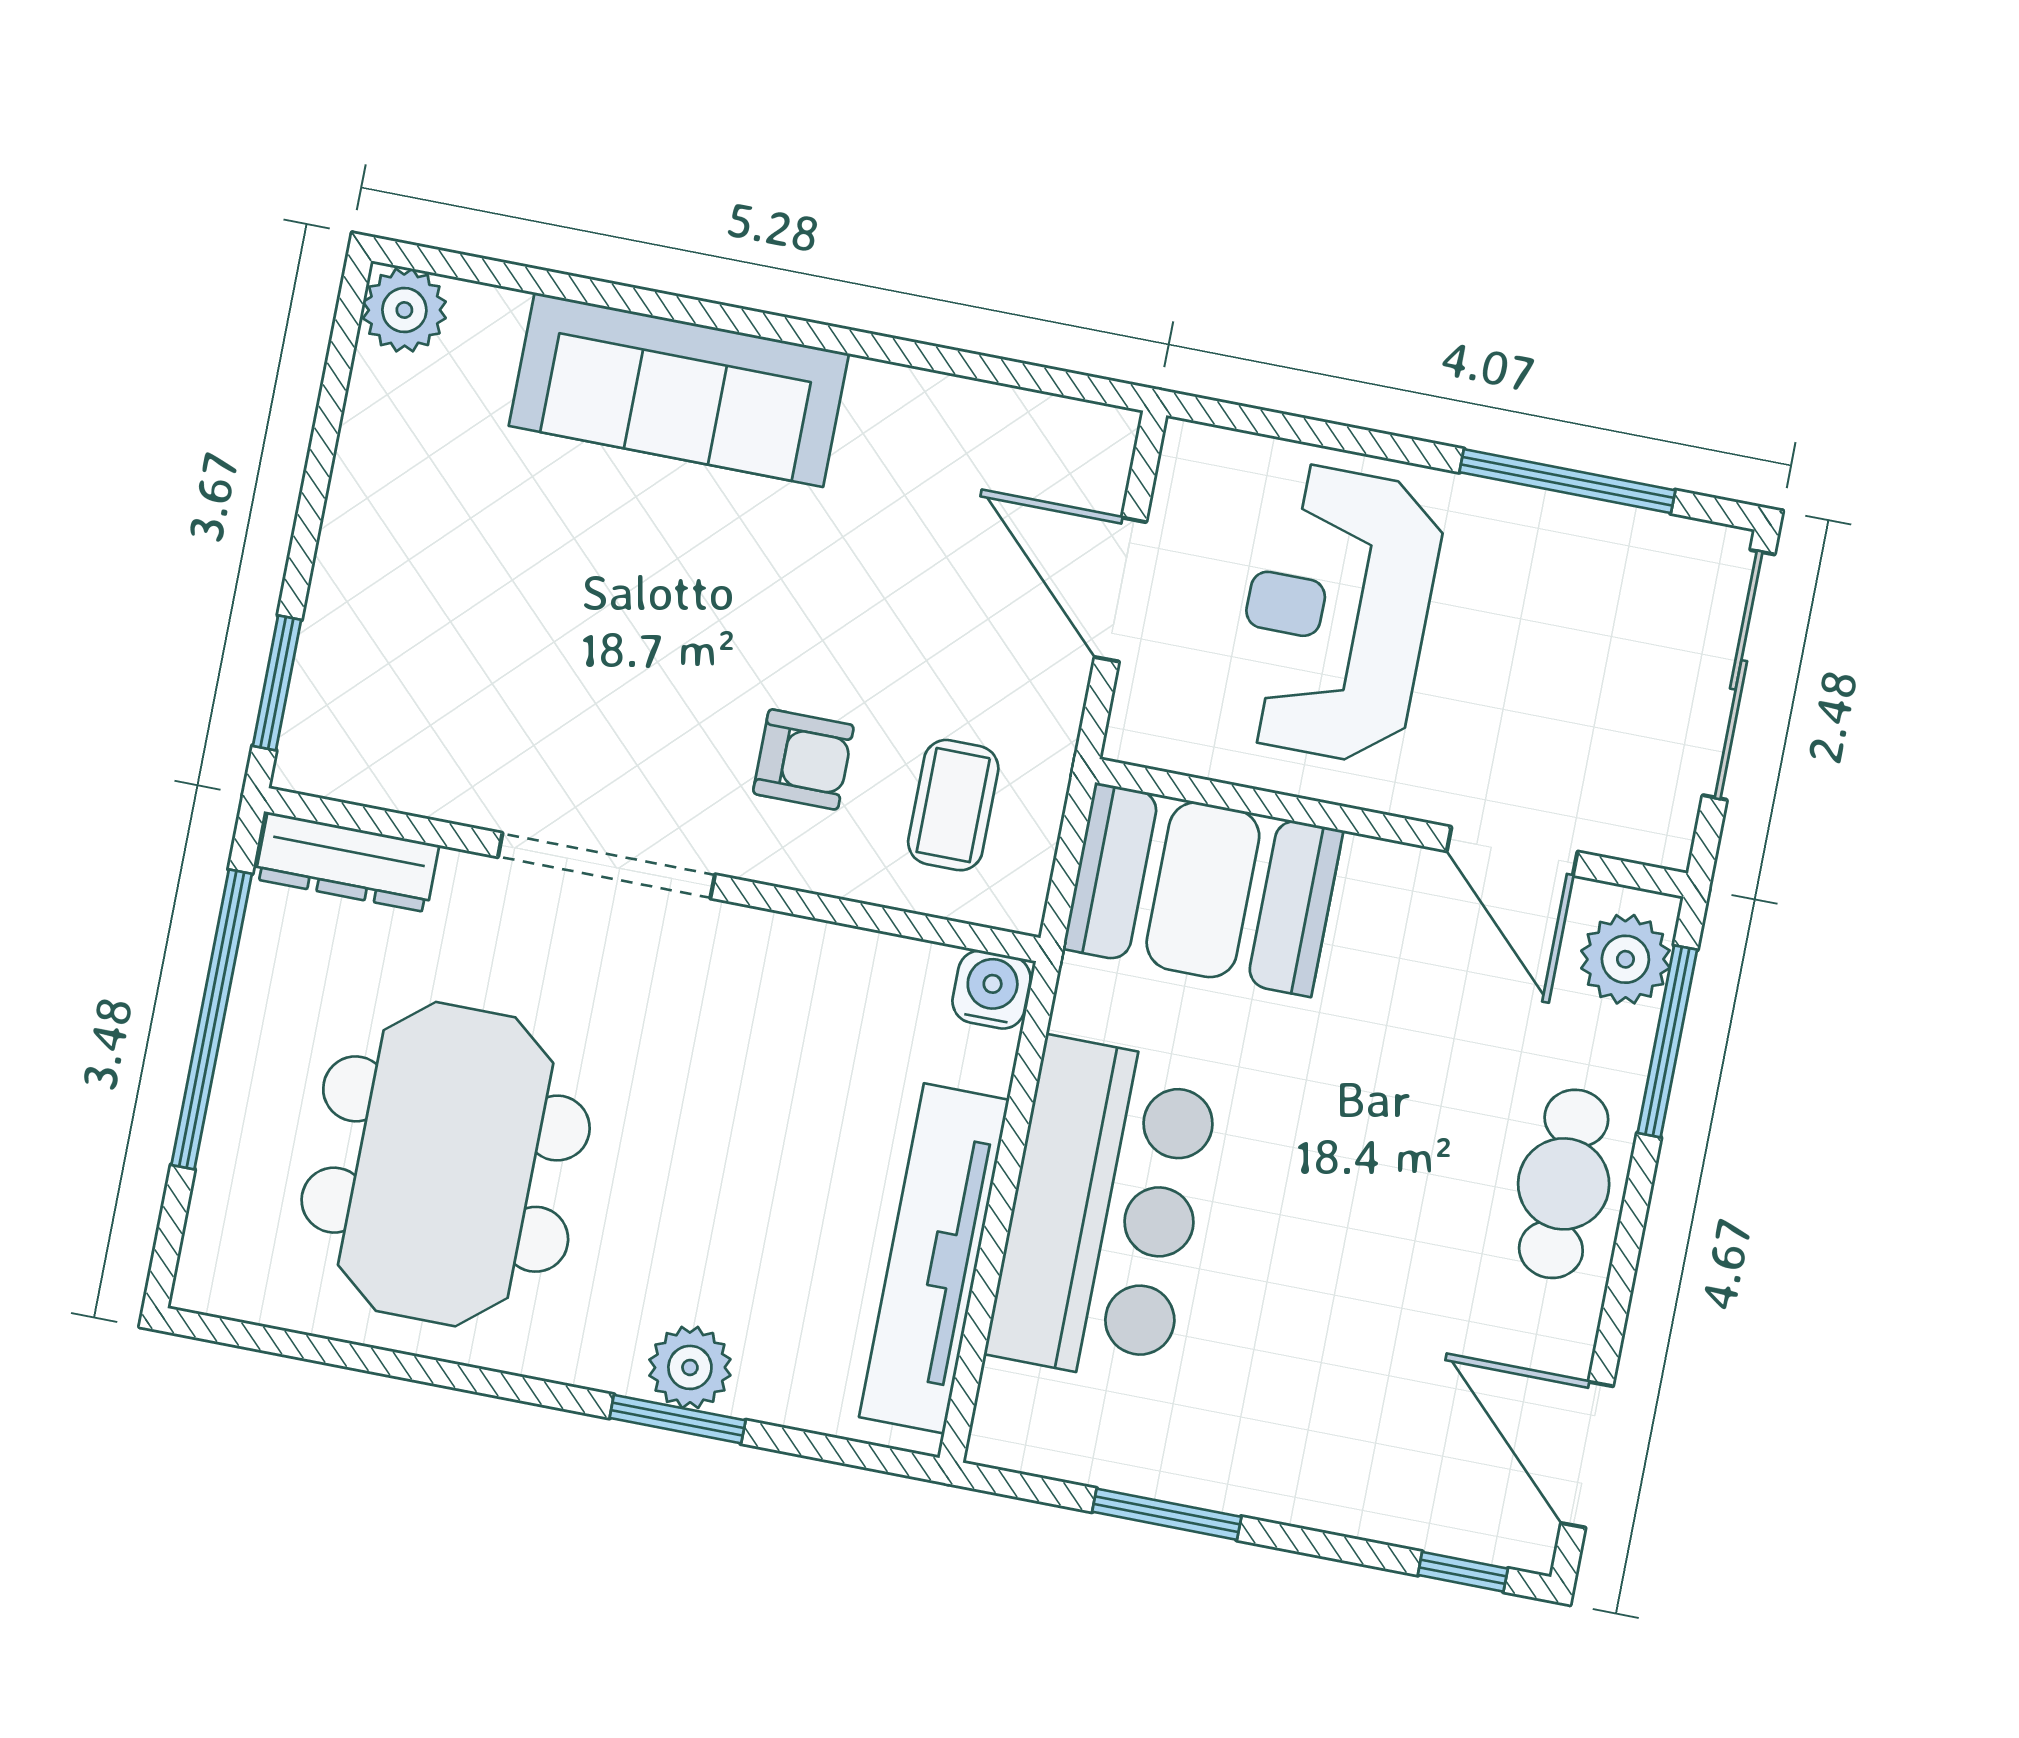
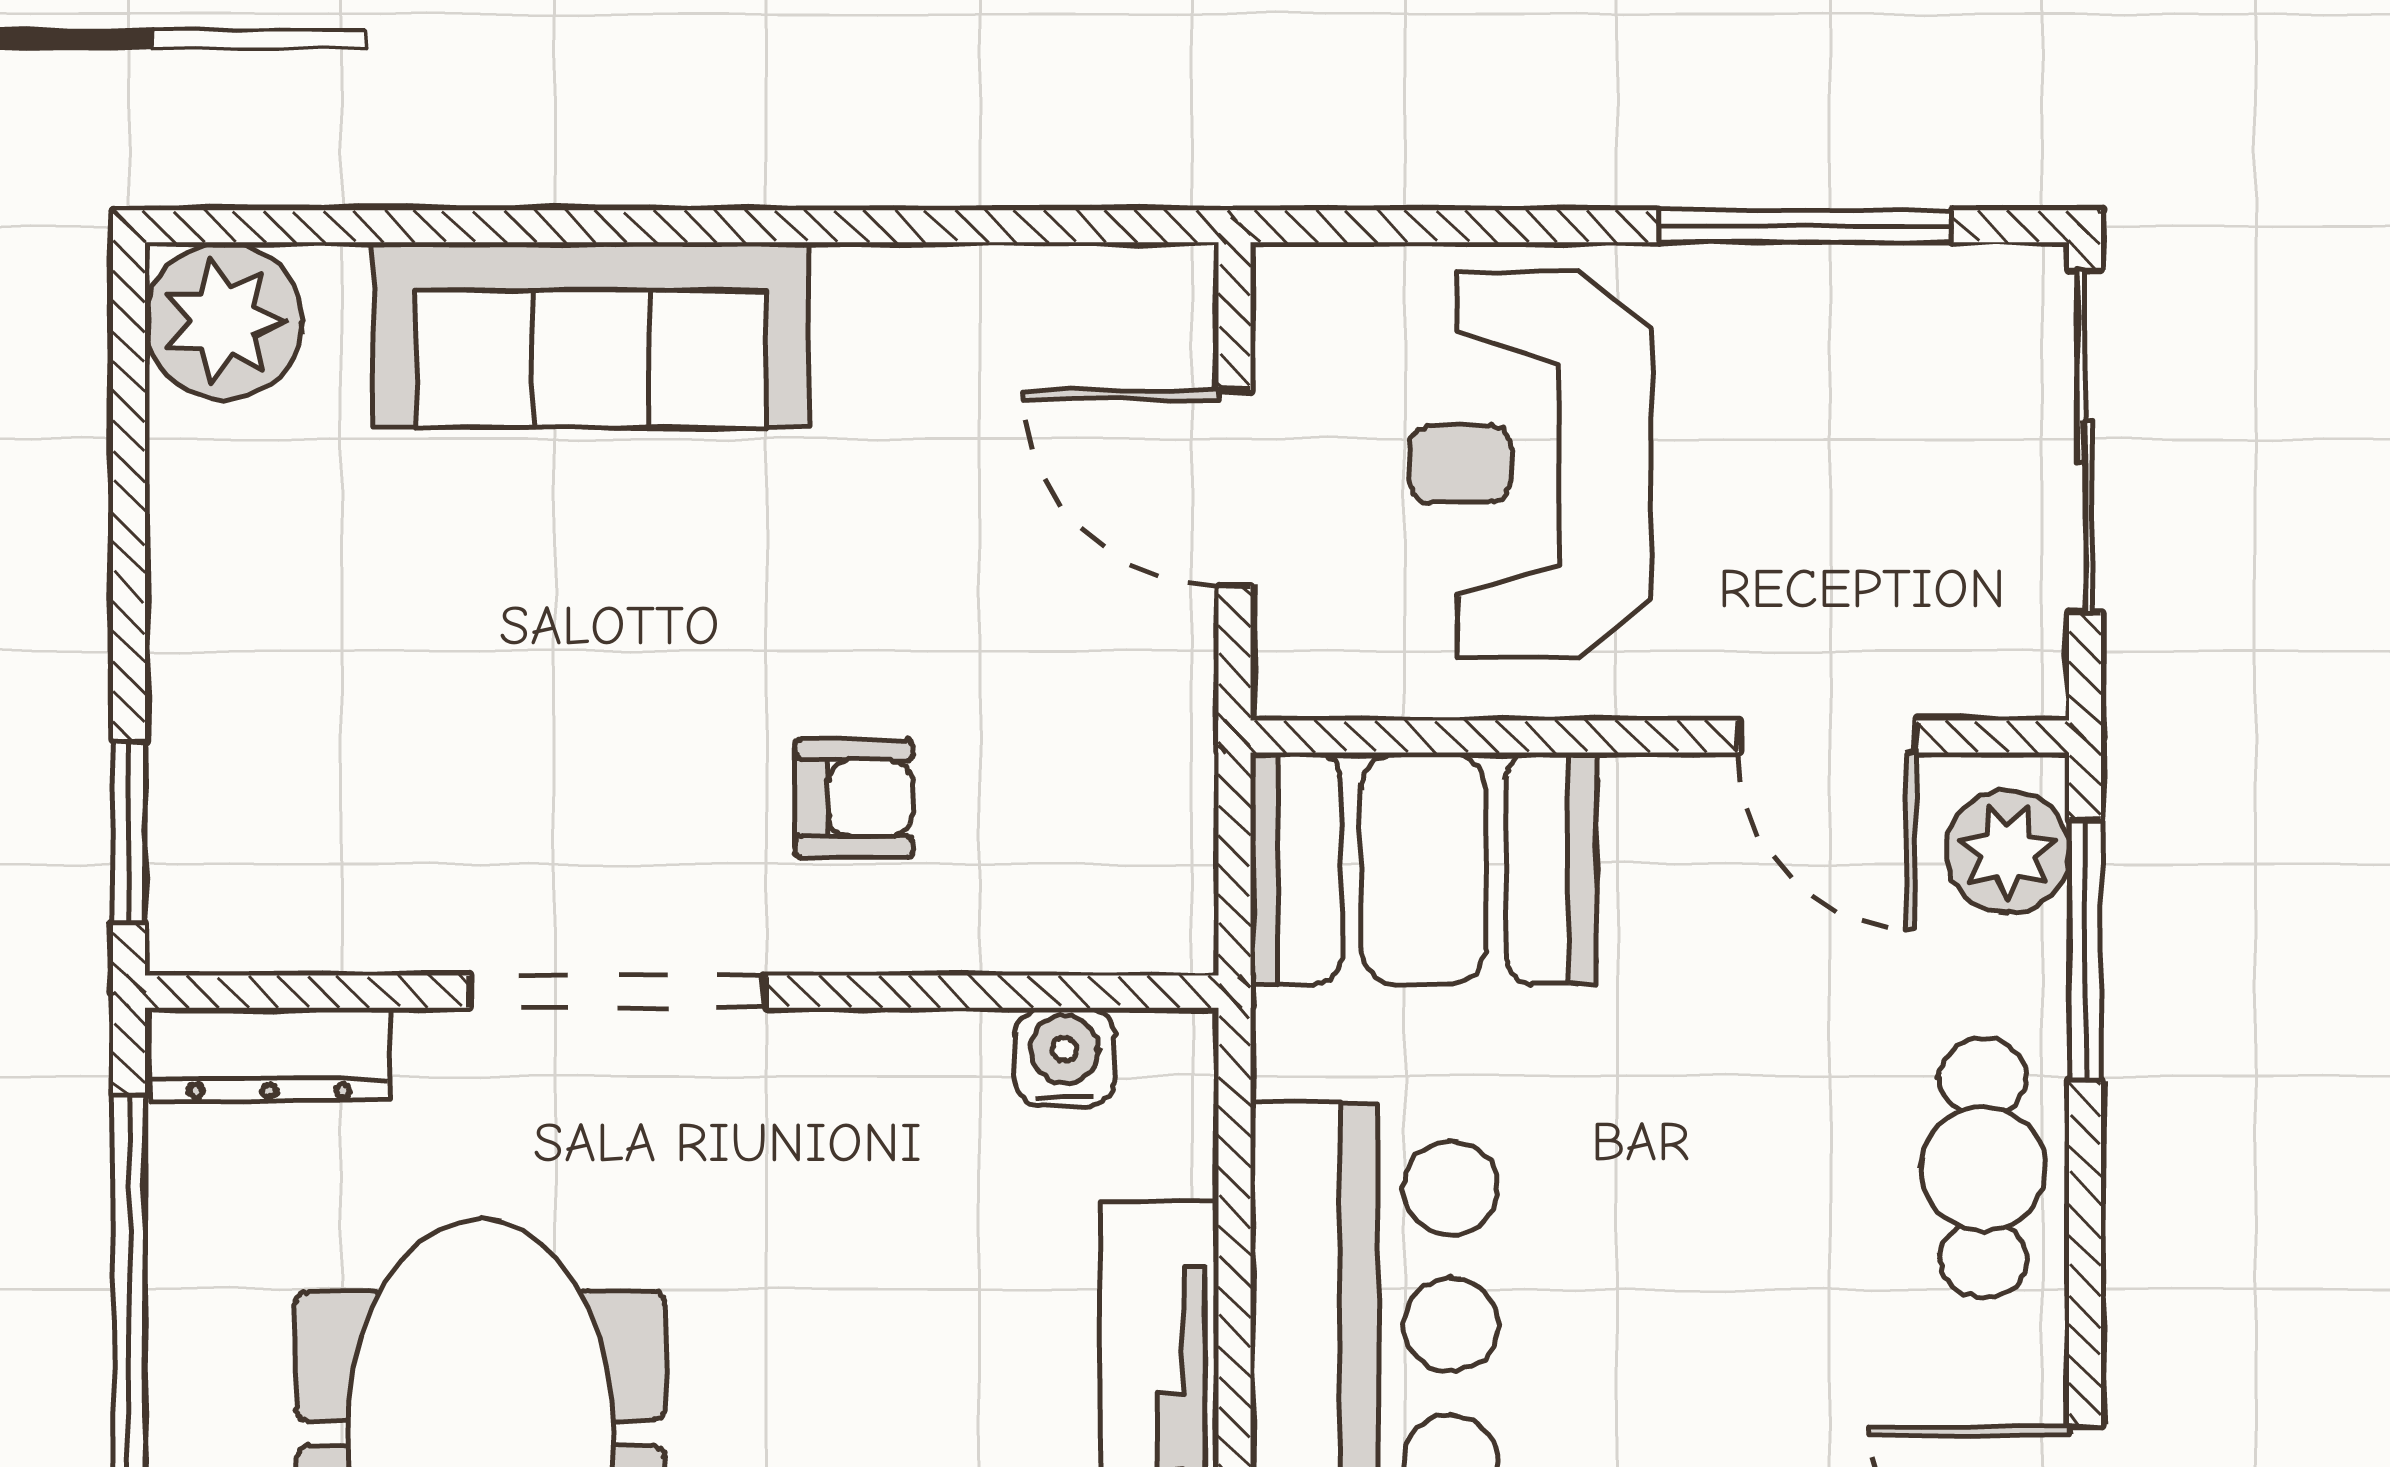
plant: (404, 310) -> (224, 321), width x1.36, depth x1.36
coffee table: (953, 805) -> (1067, 820), removed
water cooler: (991, 990) -> (1065, 1057), moved

